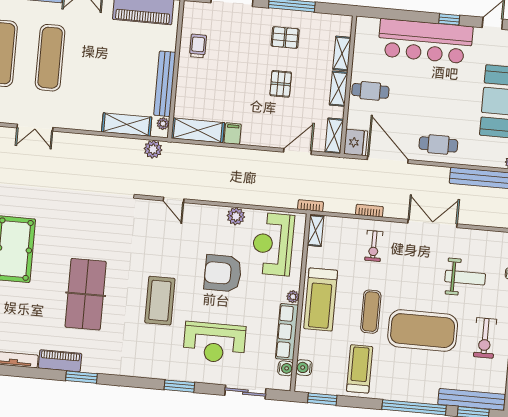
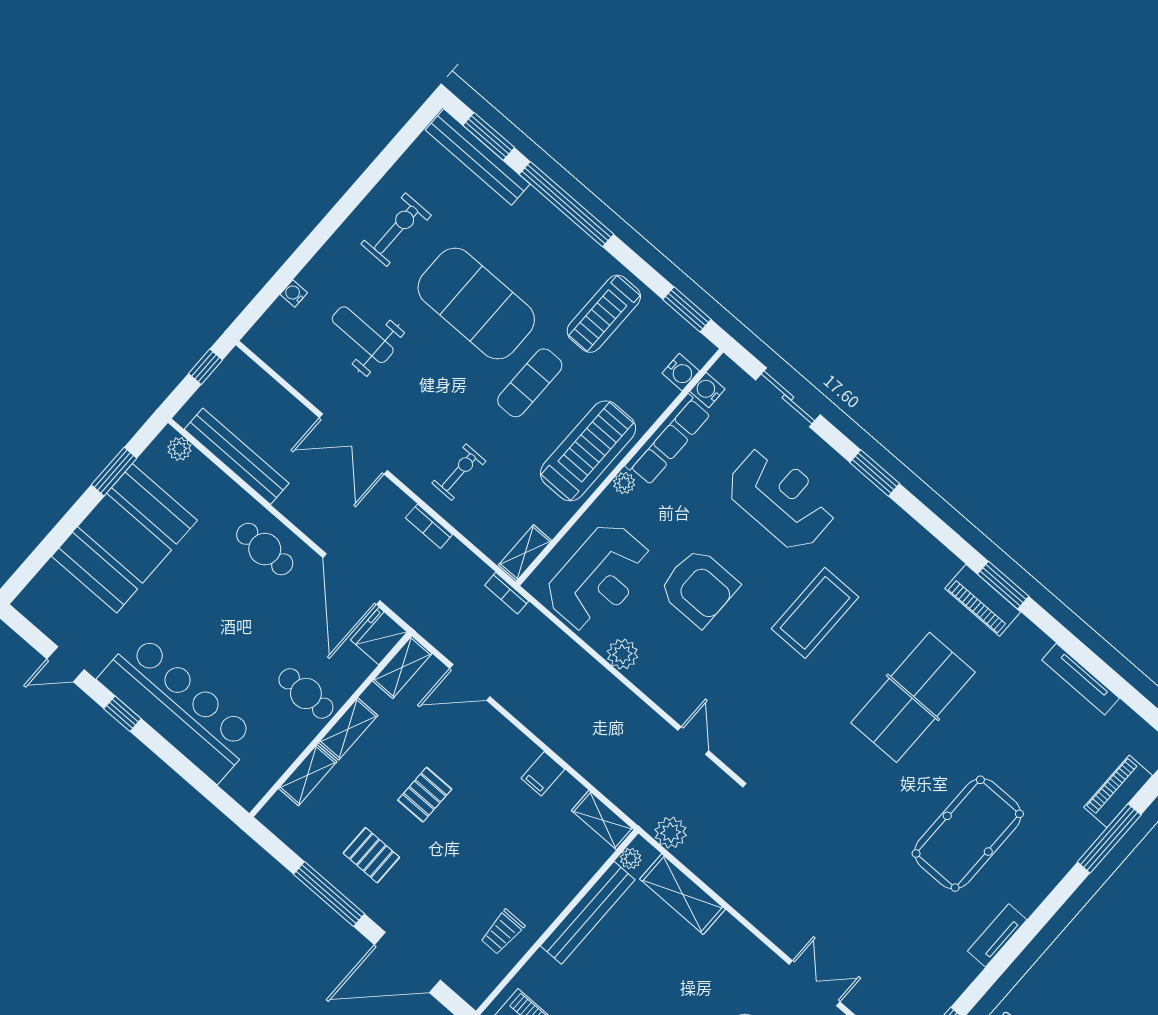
shelving: (198, 130) -> (603, 820), width x0.67, depth x0.75
piano: (60, 361) -> (983, 600), moved

